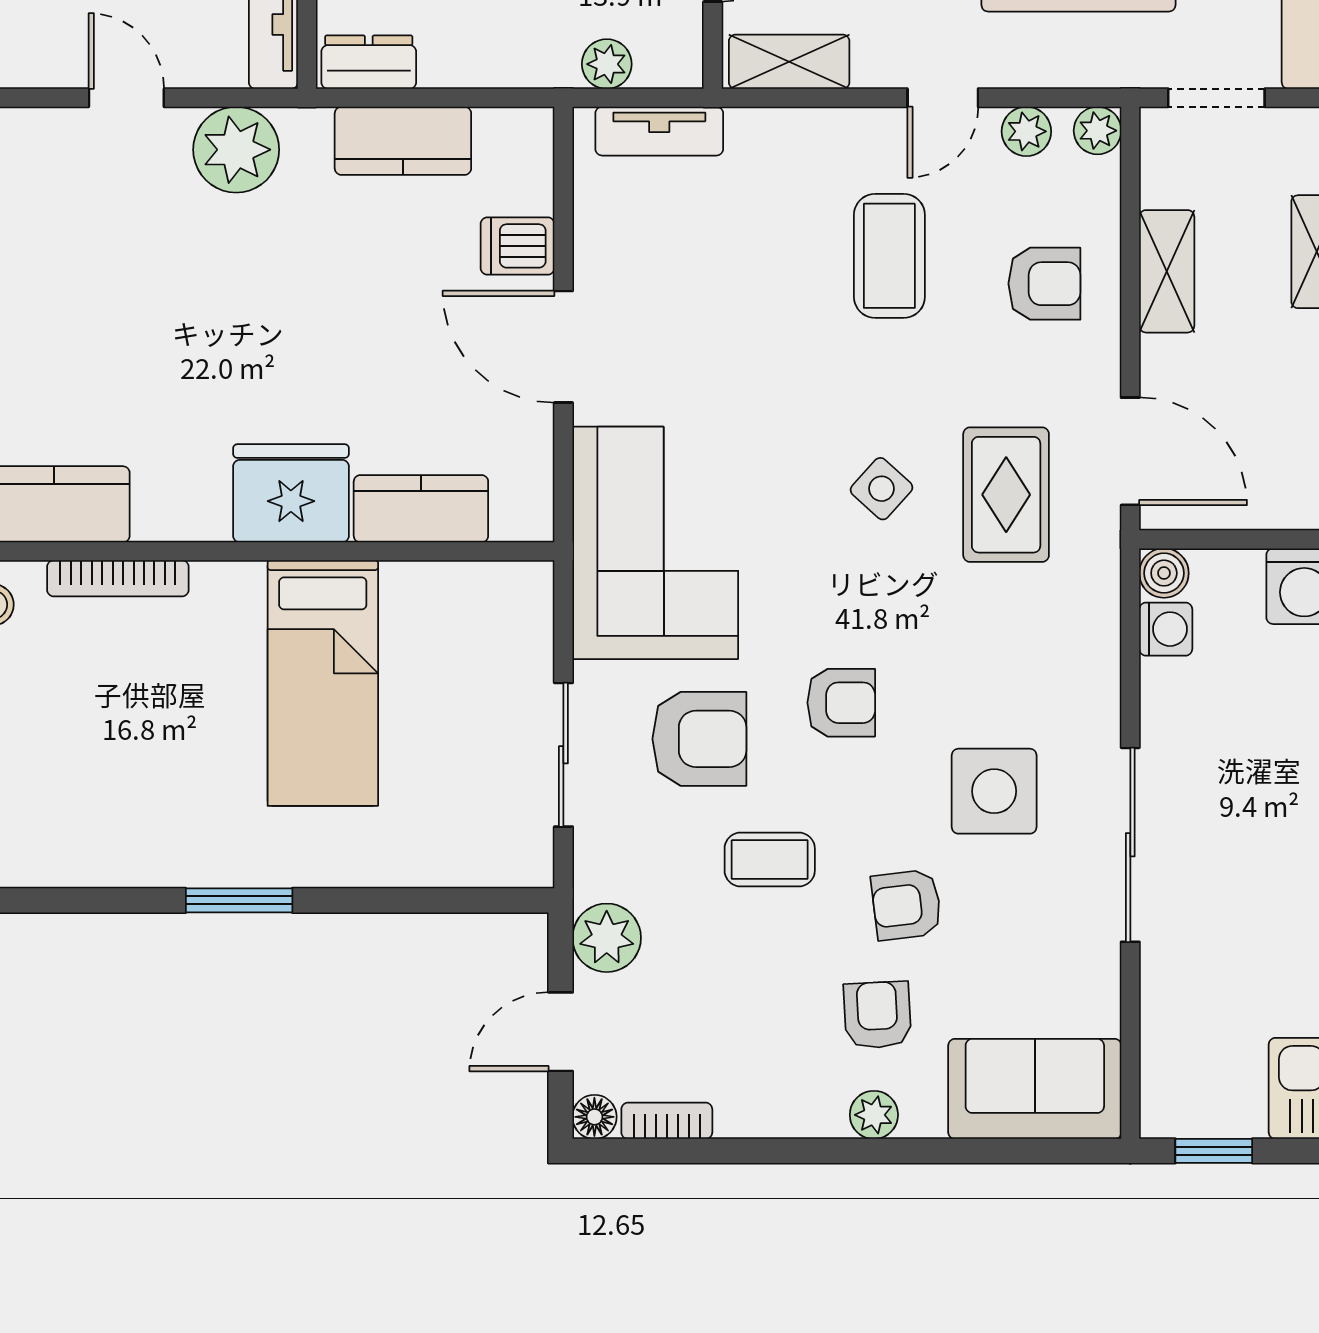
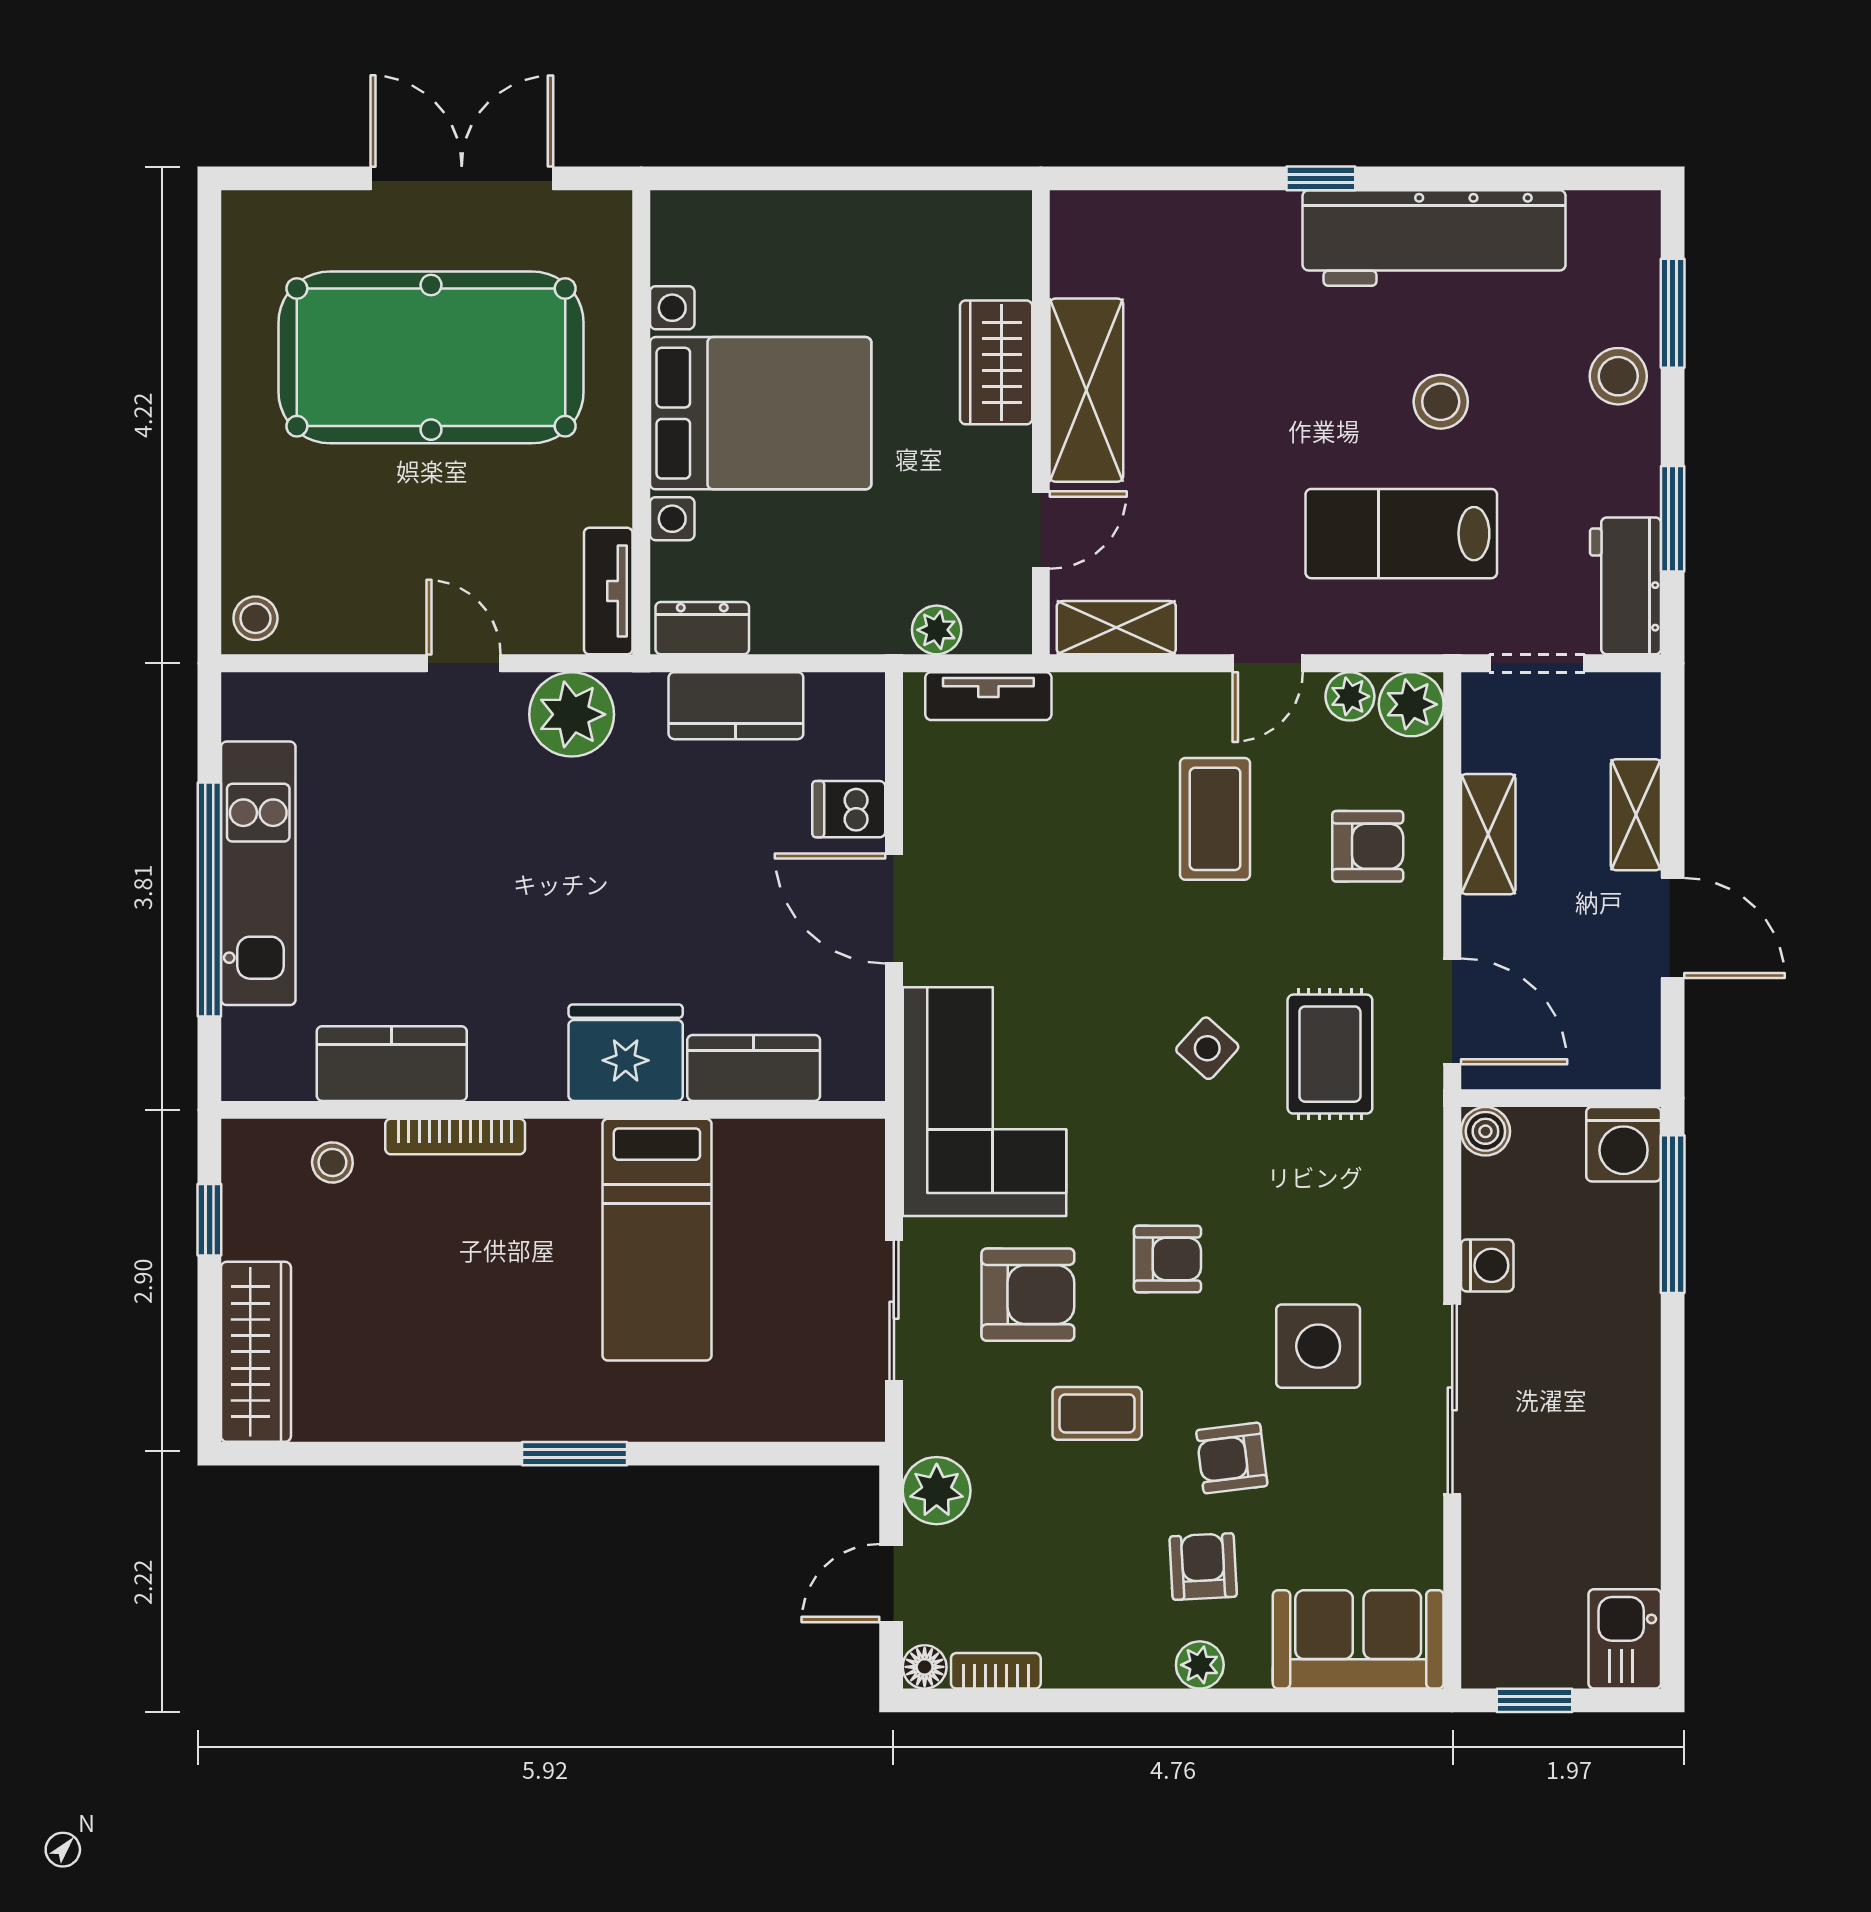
plant: (1098, 131) -> (1411, 704), width x1.38, depth x1.38
washing machine: (1166, 629) -> (1487, 1265), moved

